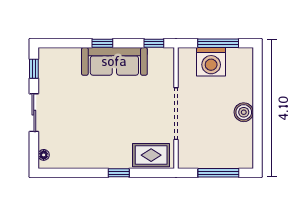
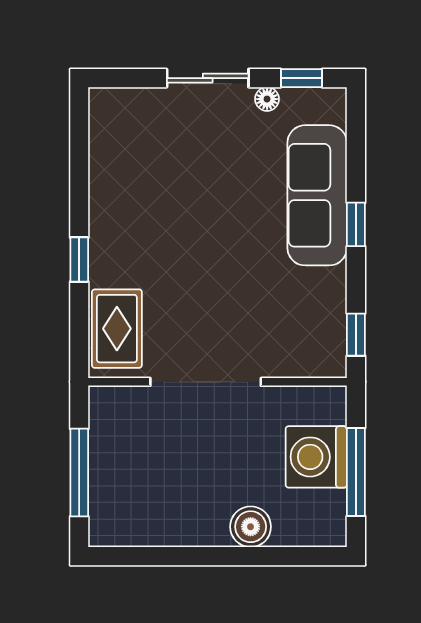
sofa: (114, 61) -> (317, 195), moved
boiler: (244, 112) -> (251, 527), moved
floor lamp: (44, 155) -> (267, 99), moved

